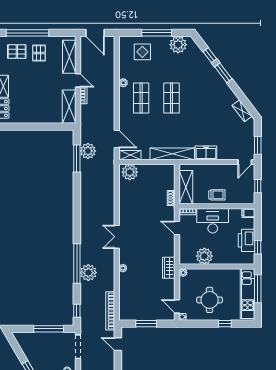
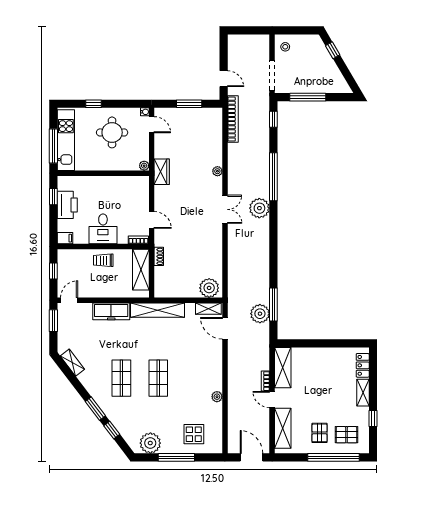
shop shelf: (141, 98) -> (121, 378), moved
freezer: (206, 153) -> (111, 311), width x1.40
desk: (213, 221) -> (103, 229), width x0.73
plant: (204, 256) -> (118, 186), removed
plant: (88, 273) -> (259, 208), moved

